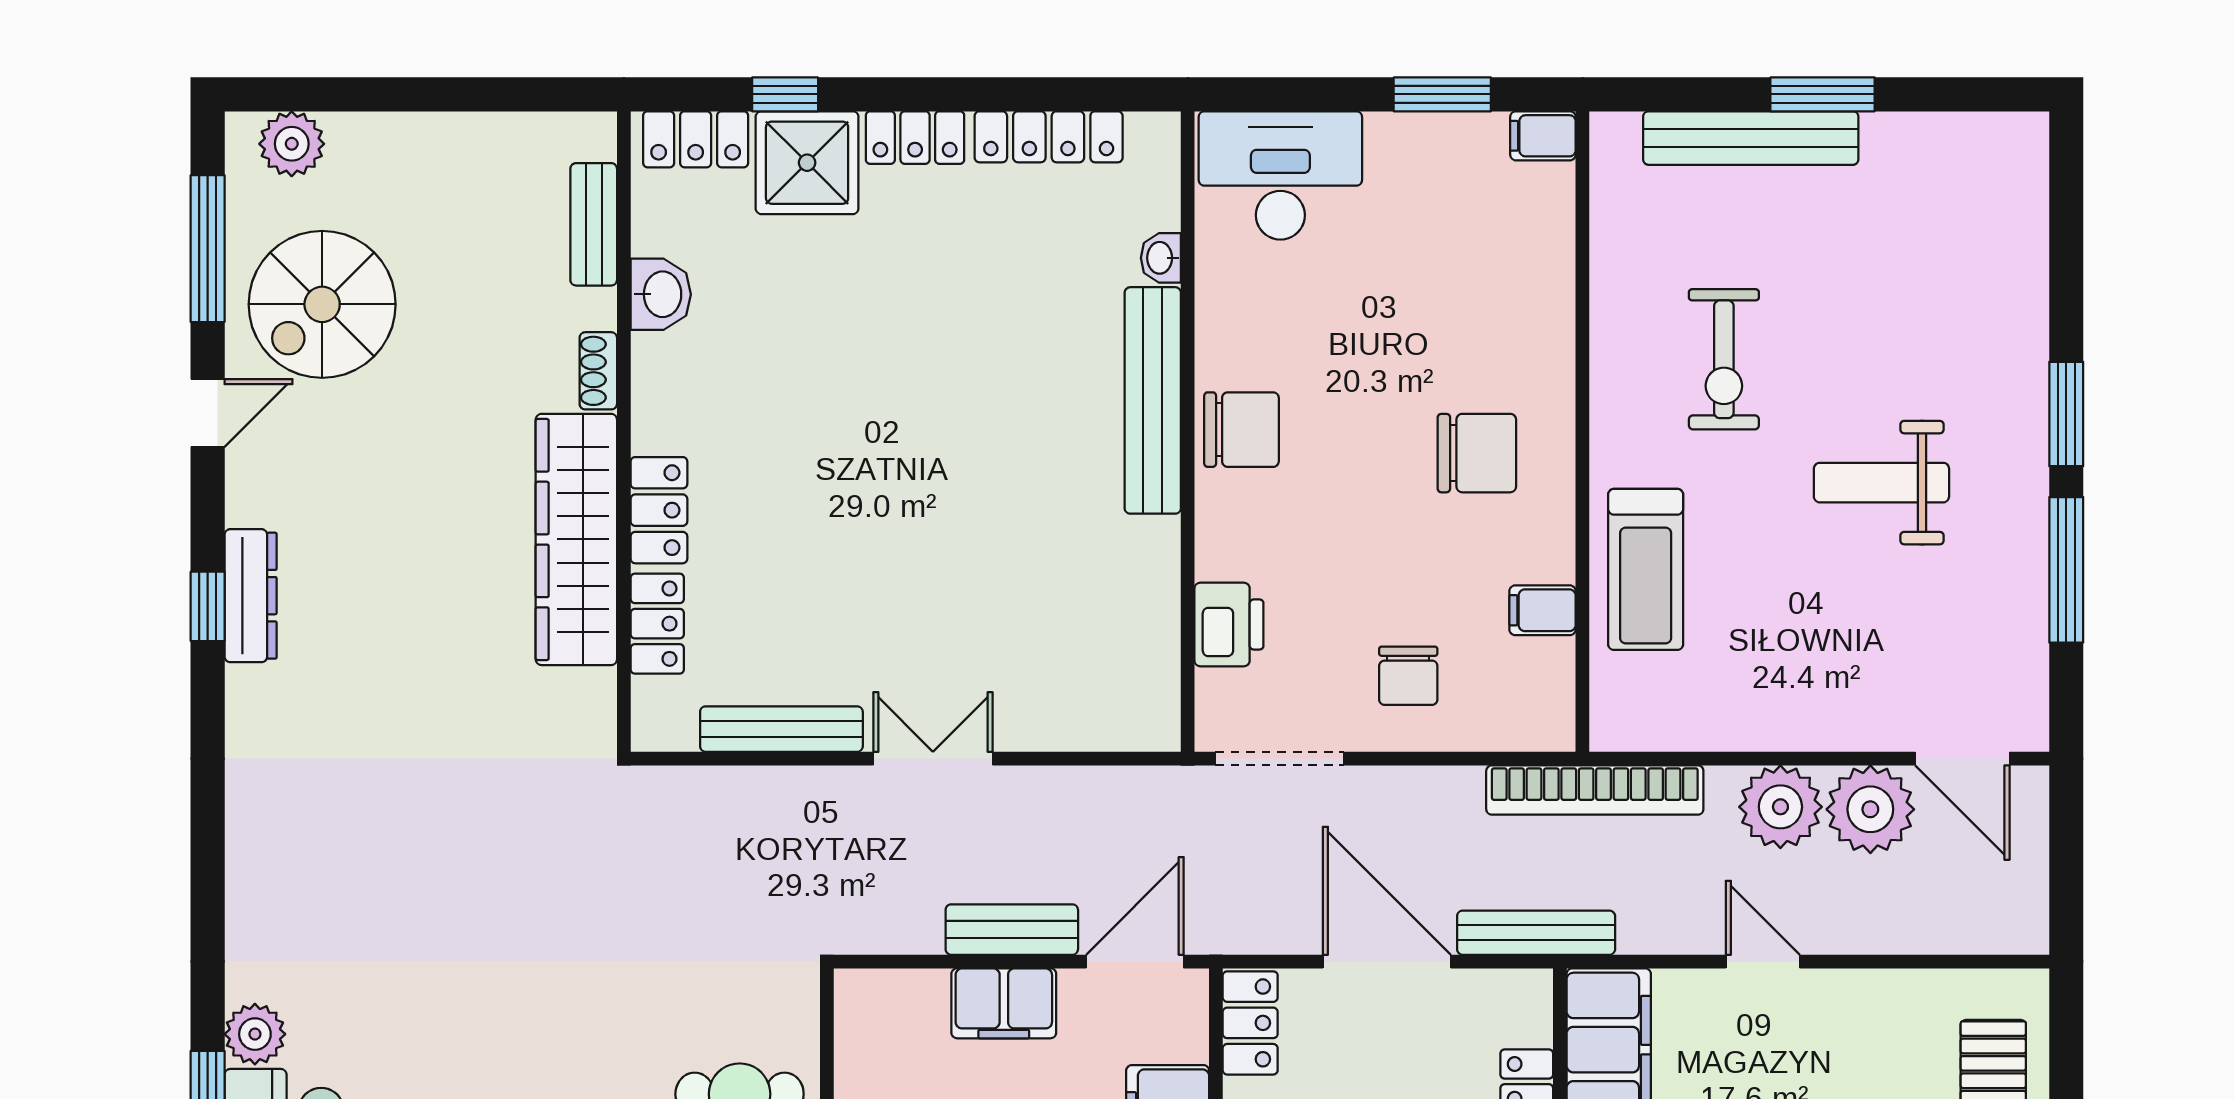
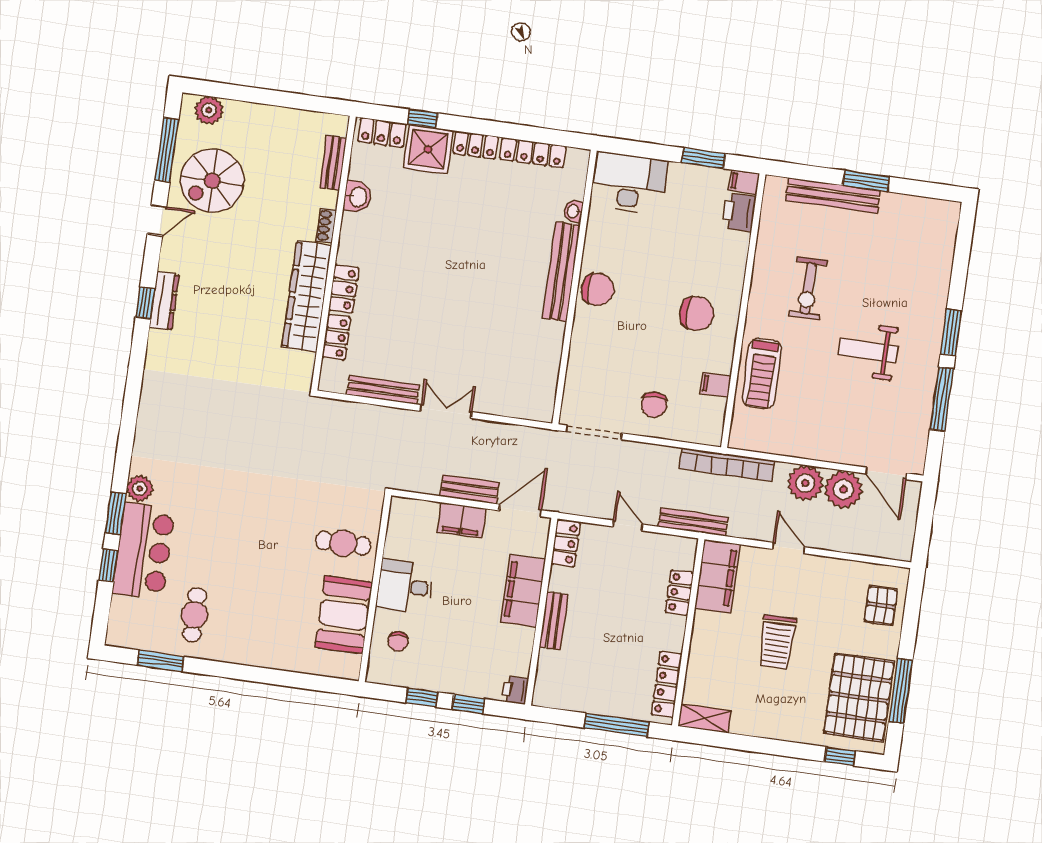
printer: (1229, 624) -> (739, 212), moved, turned 180
door: (1387, 962) -> (628, 525), width x0.53

